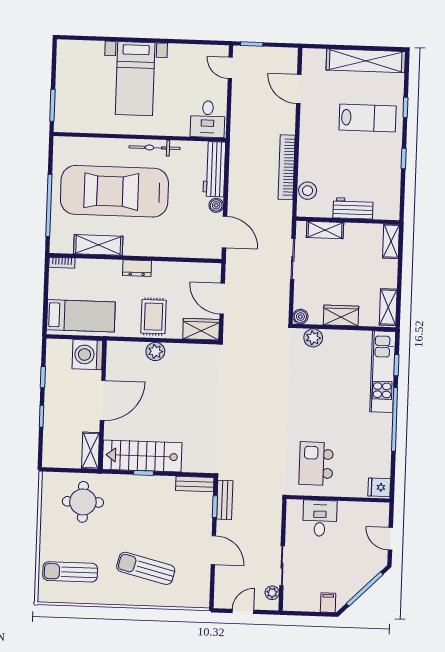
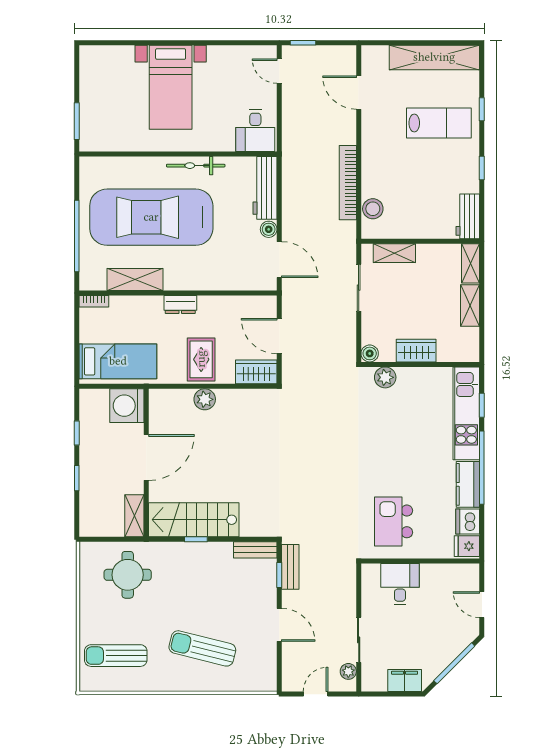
workbench: (353, 208) -> (468, 216), moved, turned -90
shelving: (388, 307) -> (470, 306), moved
kitchen counter: (382, 434) -> (468, 484), added
dishwasher: (381, 466) -> (468, 521), added
filing cabinet: (328, 603) -> (405, 681), width x2.00

